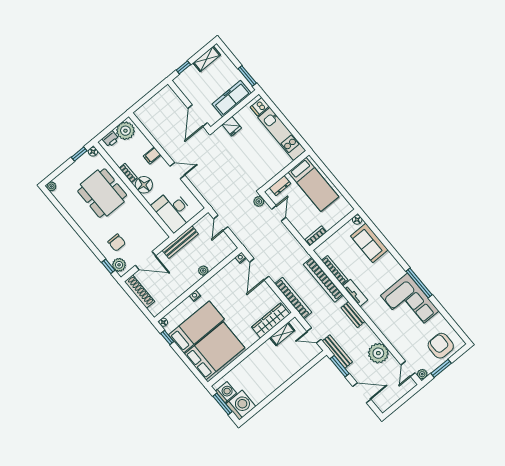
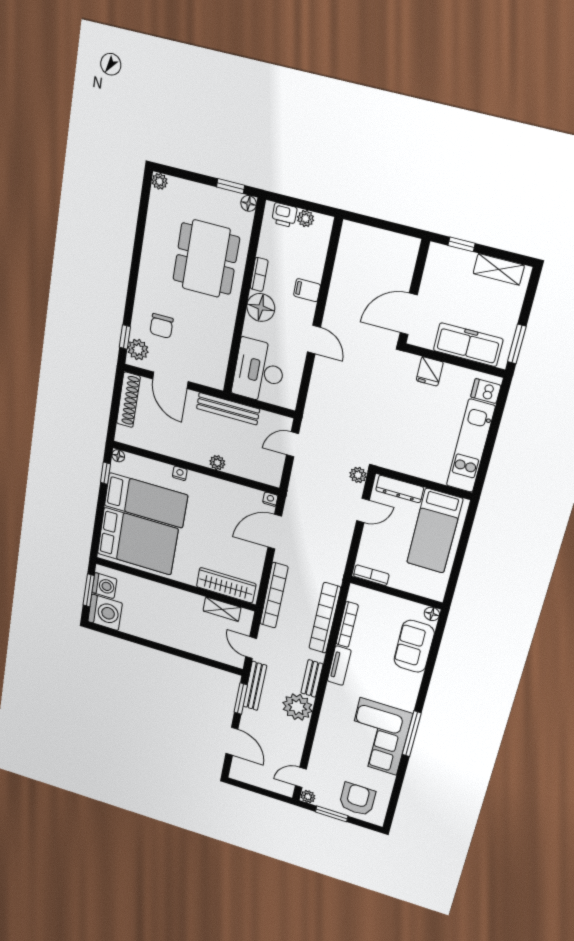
plant: (125, 131) -> (306, 218), width x0.53, depth x0.53
dresser: (280, 186) -> (400, 489), width x1.44
plant: (378, 353) -> (297, 707), moved

